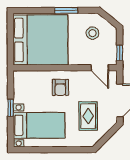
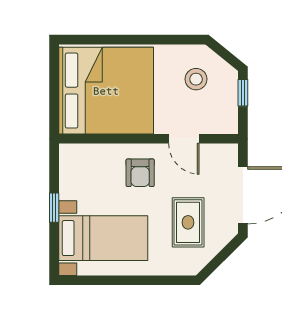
window: (66, 10) -> (151, 40), removed
window: (120, 53) -> (243, 93), moved
door: (100, 68) -> (184, 139), moved

